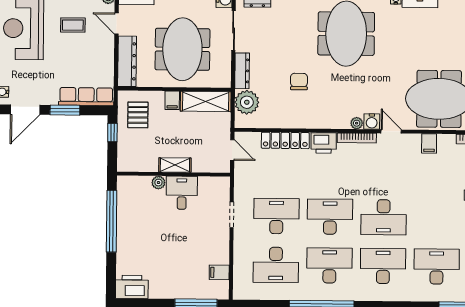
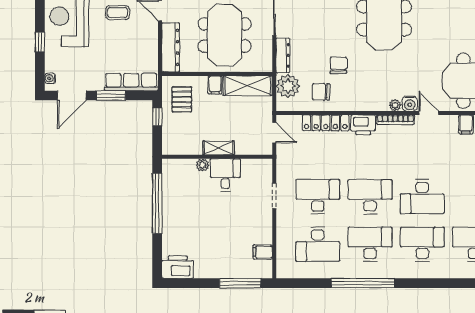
chair: (281, 109) -> (321, 92), added

